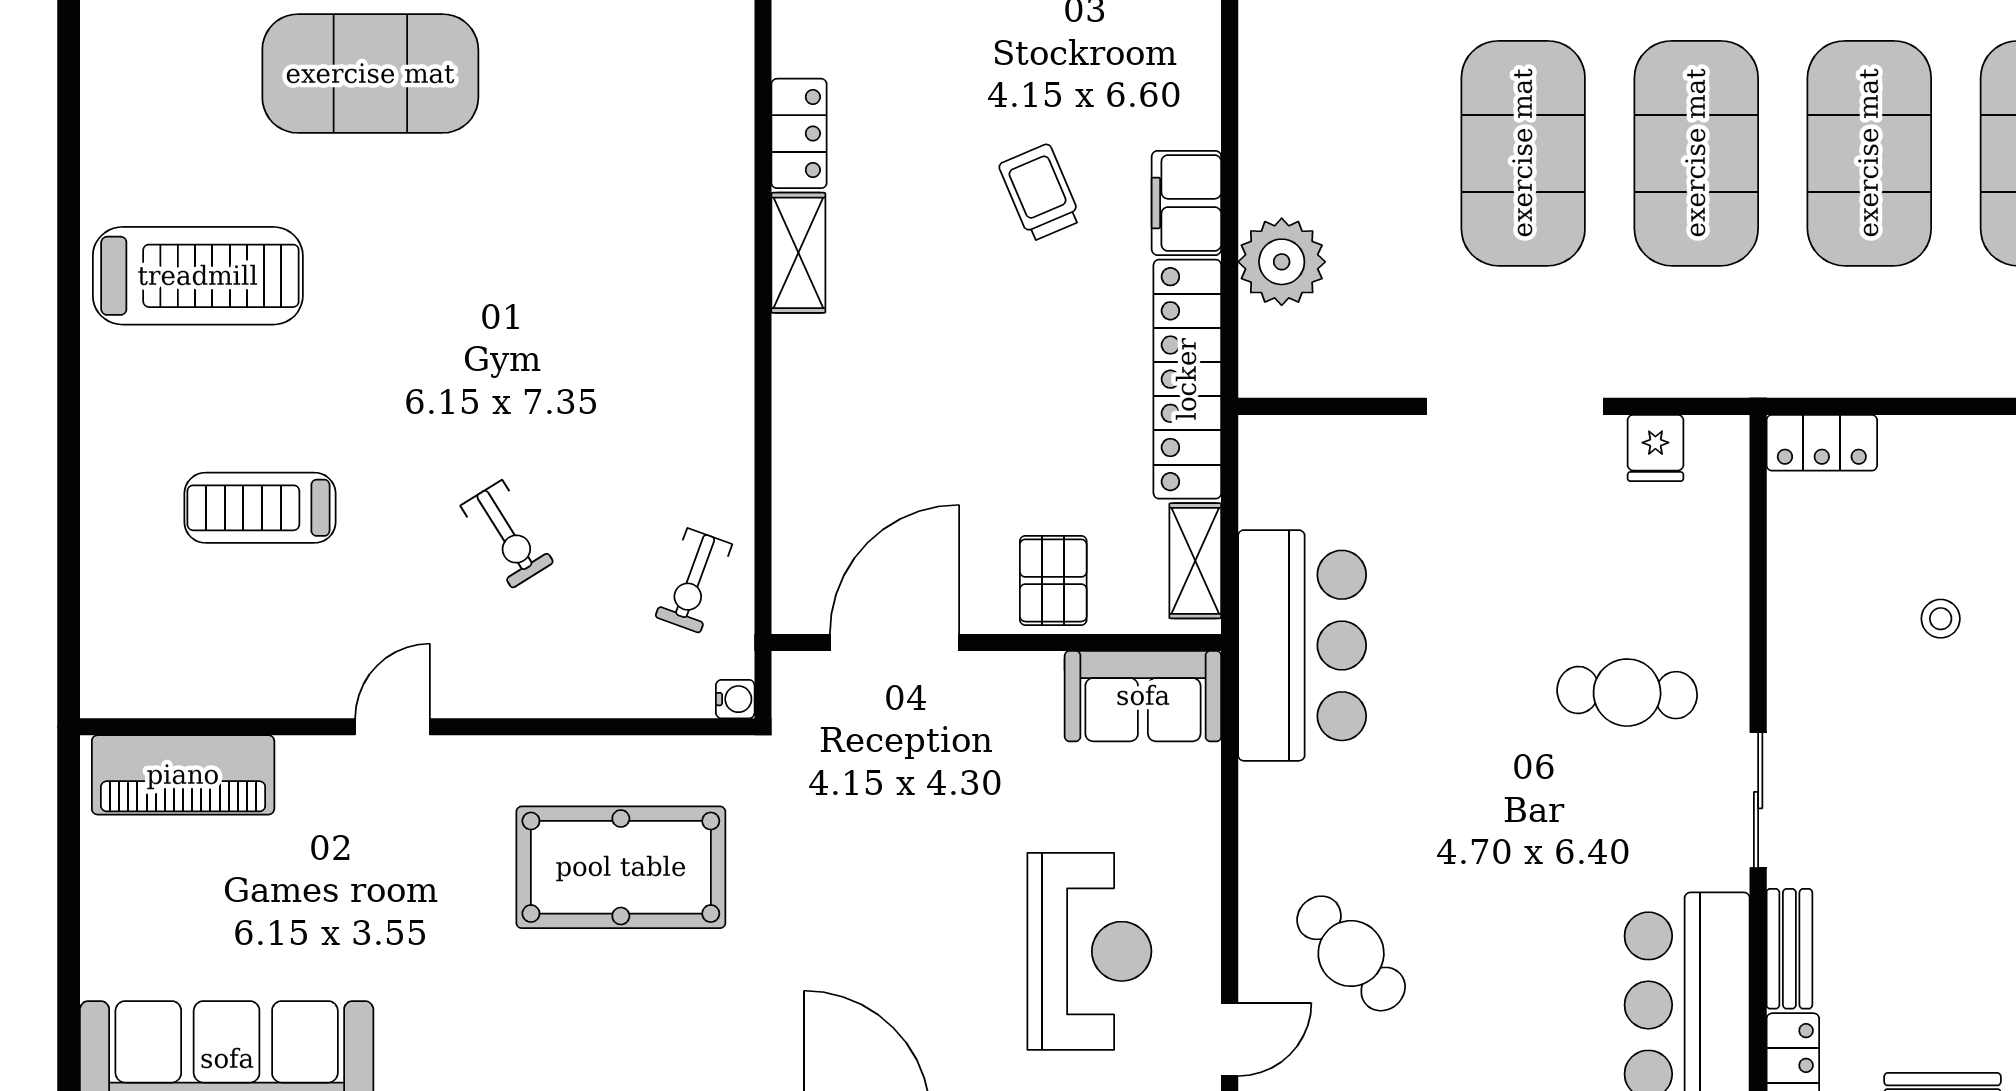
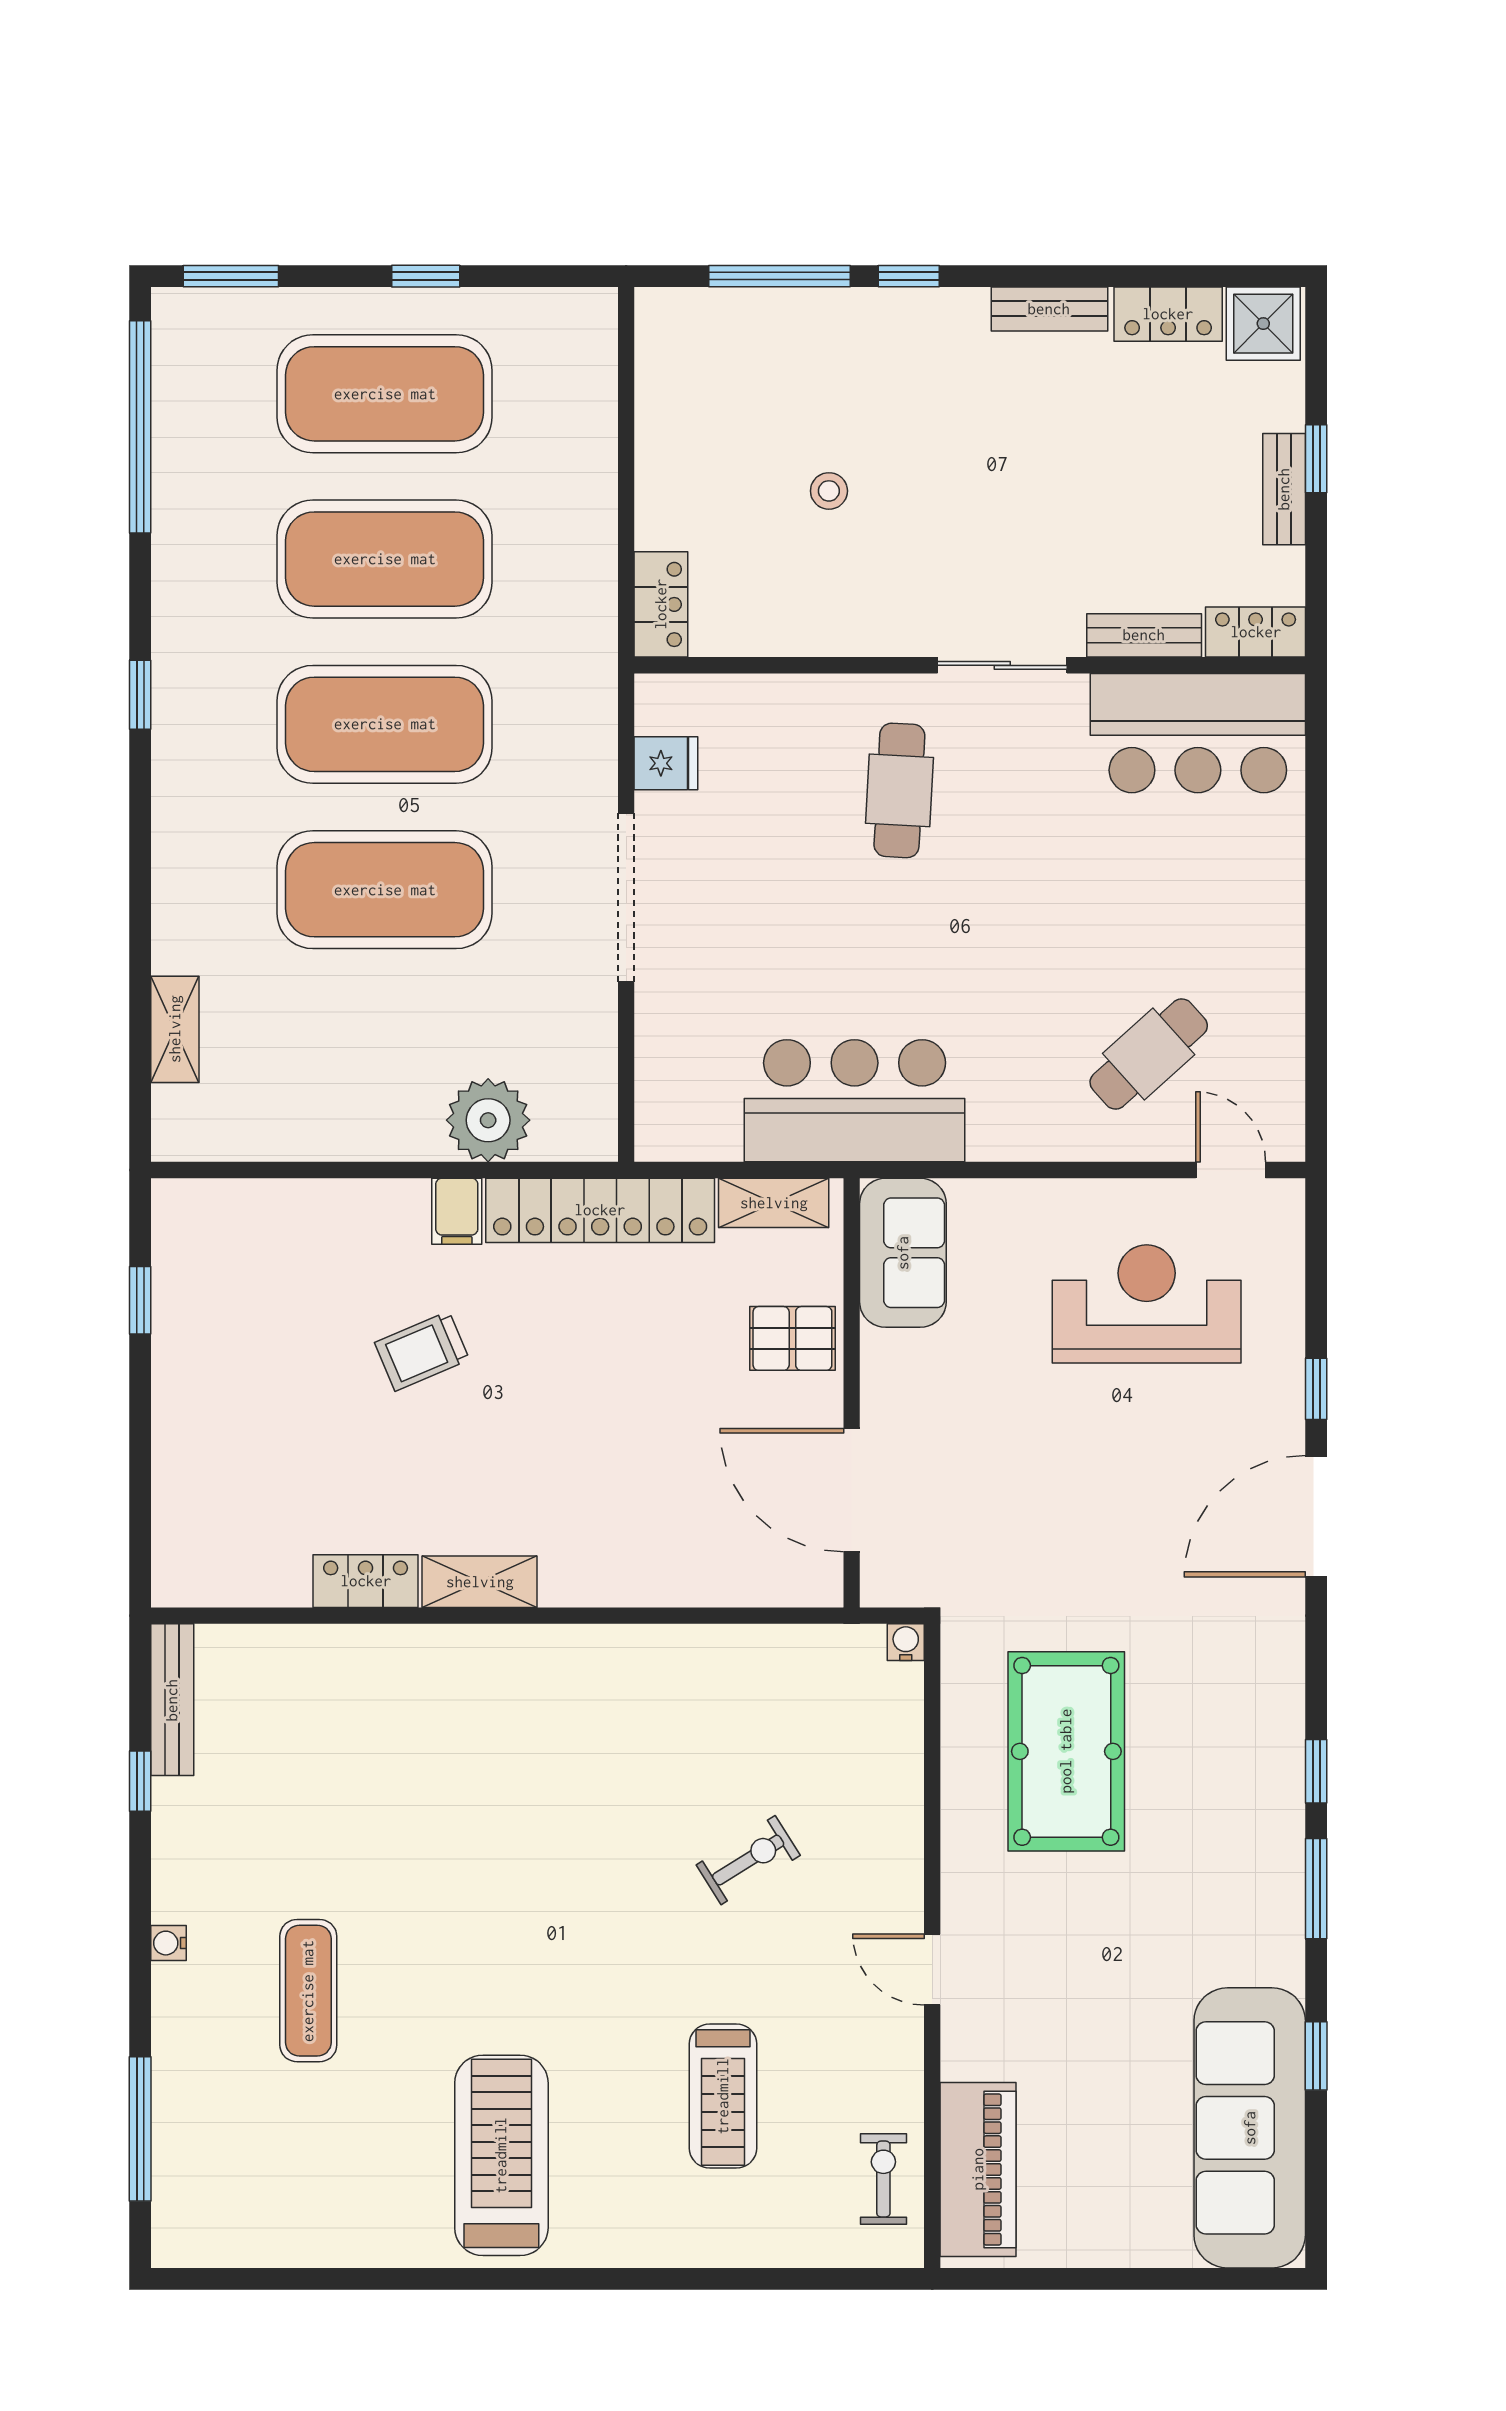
exercise mat: (370, 74) -> (308, 1991), width x0.50, depth x0.69
filing cabinet: (1186, 203) -> (457, 1211), width x0.50
exercise bike: (694, 581) -> (883, 2179), moved, turned -110

